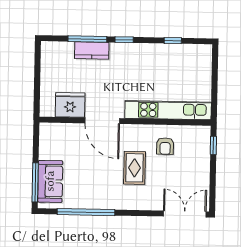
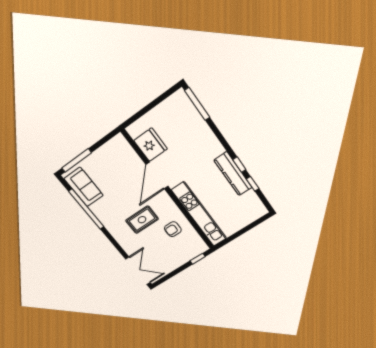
window: (87, 39) -> (197, 104), moved
window: (124, 40) -> (239, 165), moved
kitchen counter: (92, 50) -> (233, 174), moved, width x1.50
sofa: (50, 181) -> (84, 187), moved, turned -90

